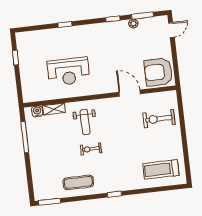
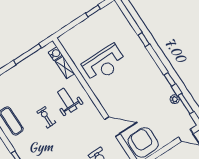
reception desk: (68, 72) -> (104, 64), turned -90
door: (130, 93) -> (112, 127), hinge flipped
weight bench: (85, 122) -> (67, 100), turned 90

